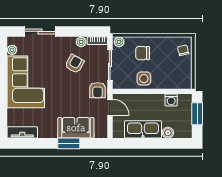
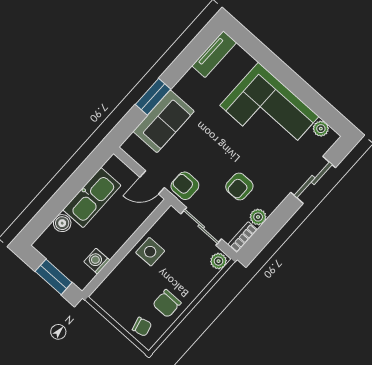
chair: (143, 53) -> (167, 304), moved, turned 180
armchair: (75, 64) -> (239, 187), turned 61

